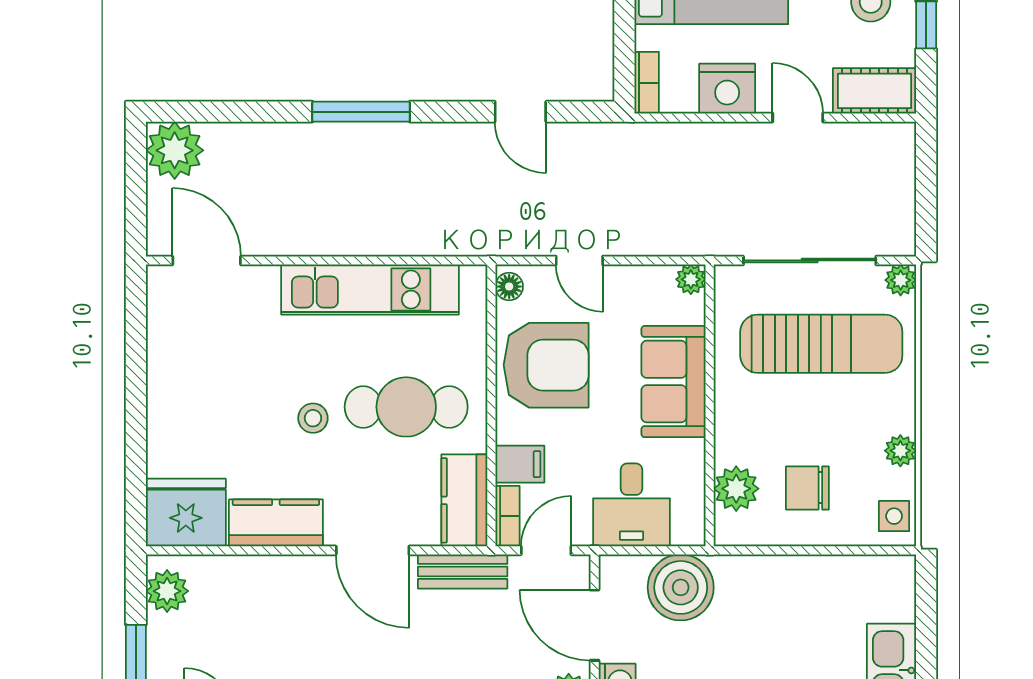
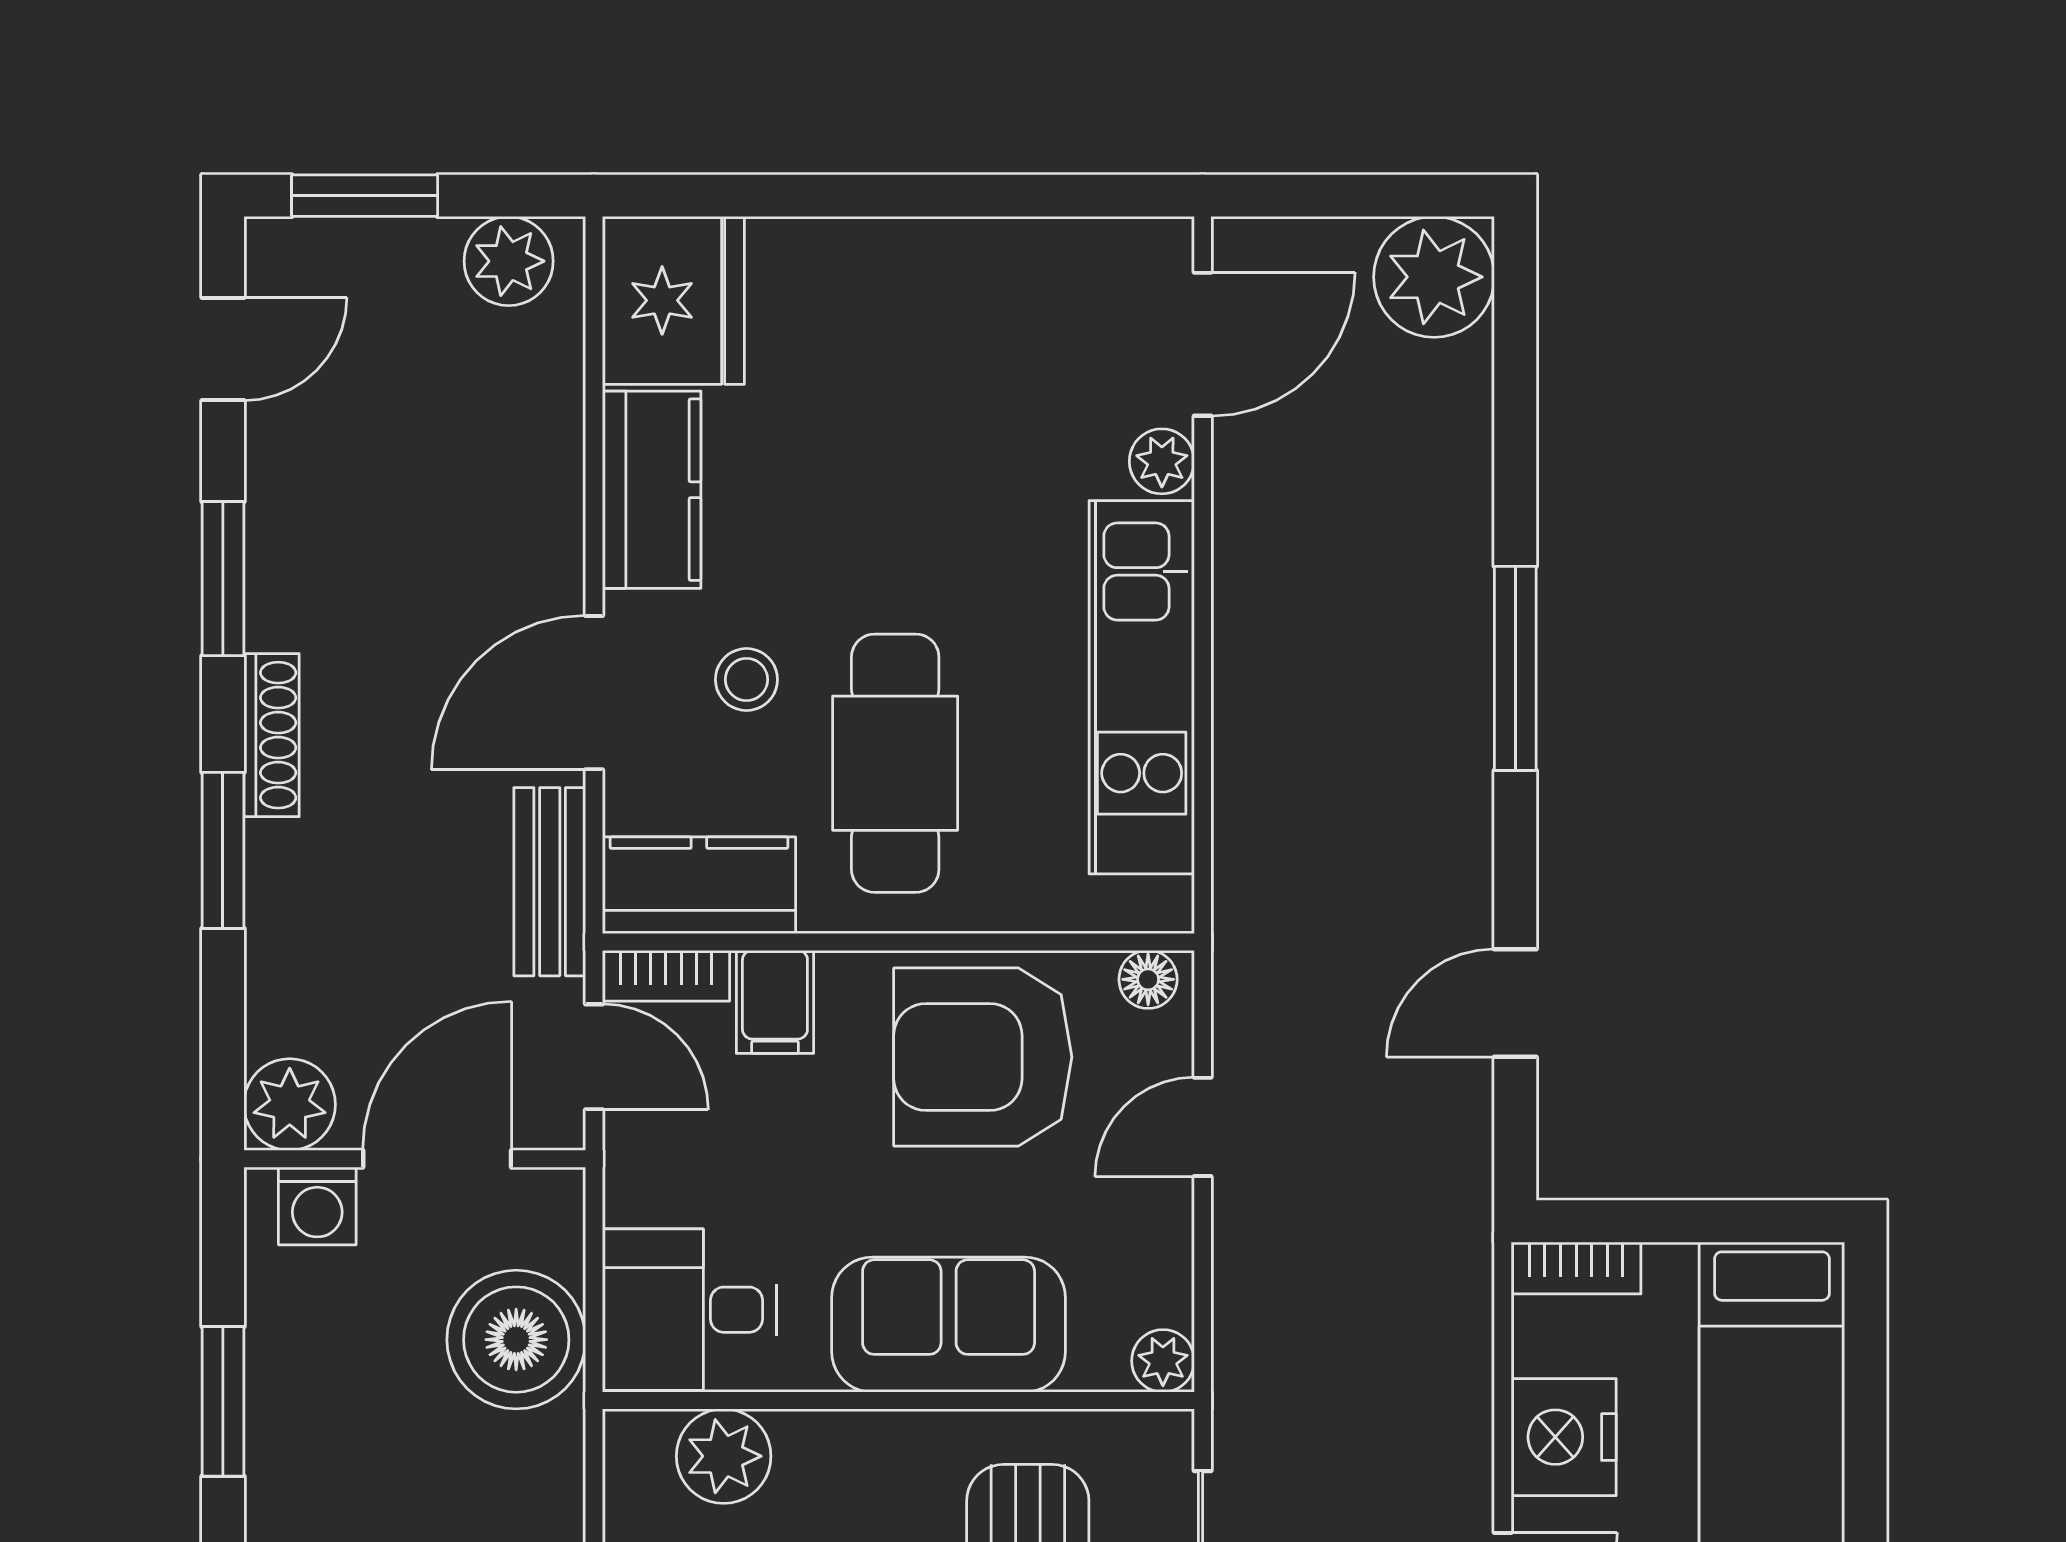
plant: (262, 280) -> (1162, 461), added
armchair: (546, 365) -> (983, 1057), turned 90
stool: (313, 418) -> (746, 680), moved
desk: (631, 505) -> (689, 1310), moved

